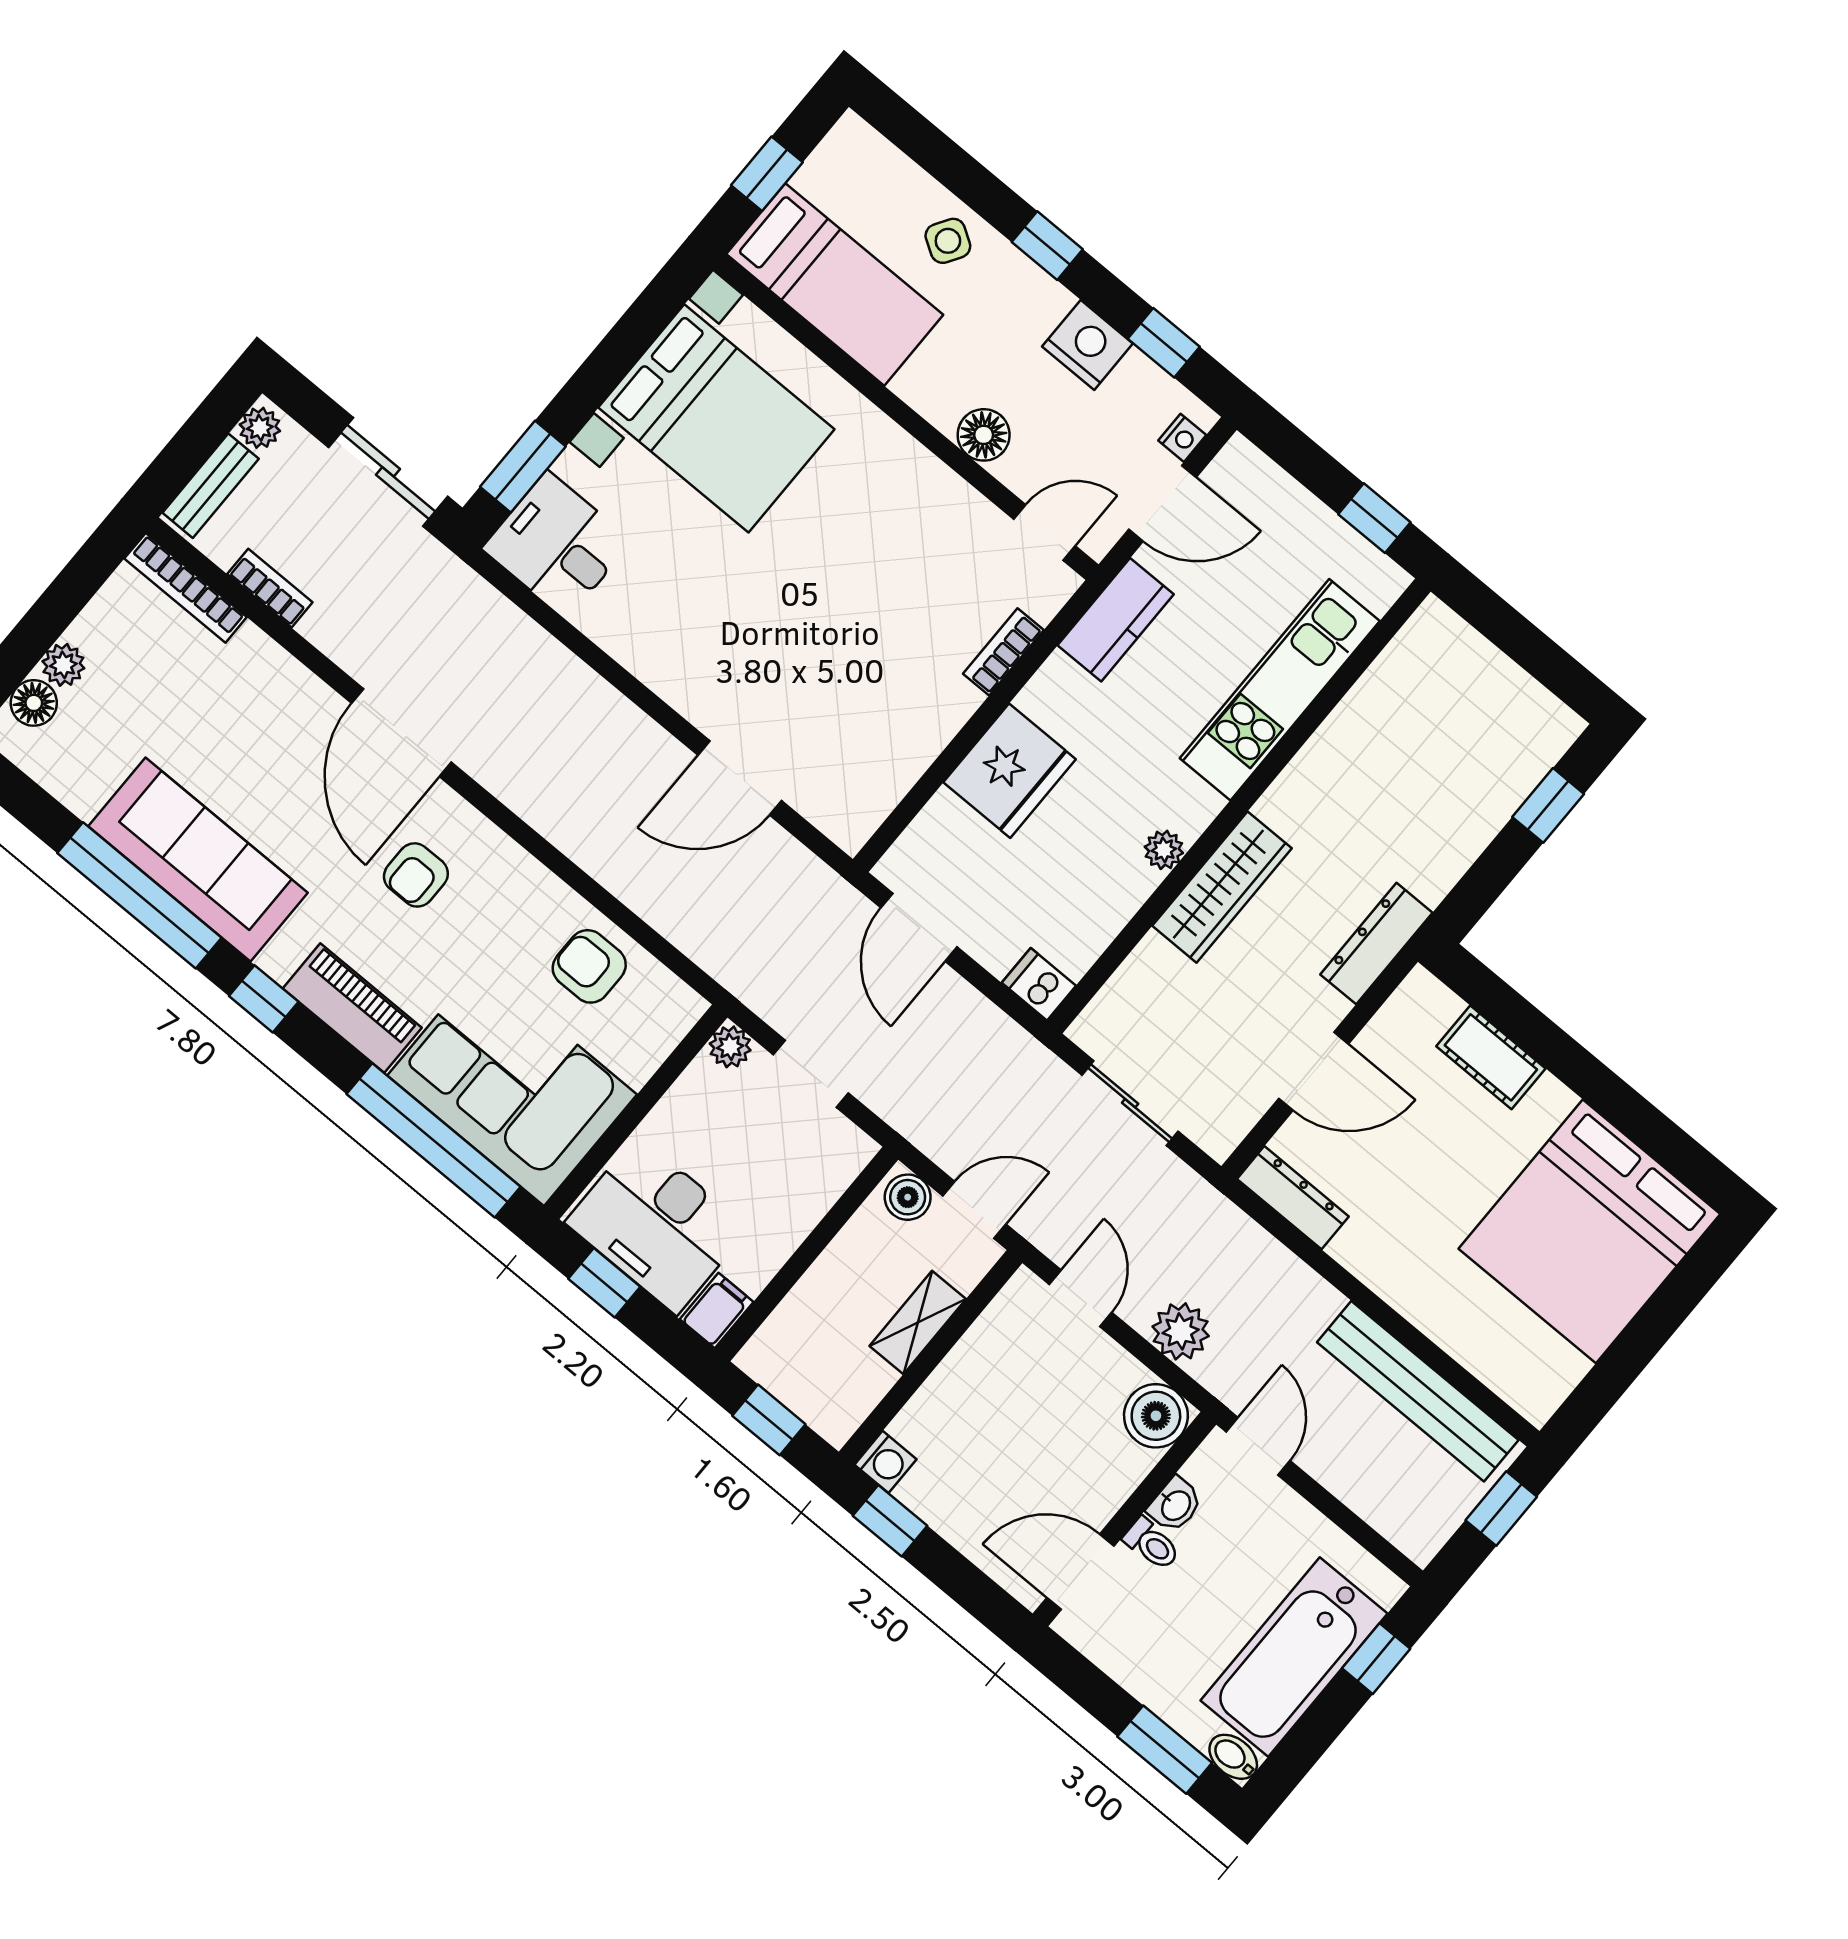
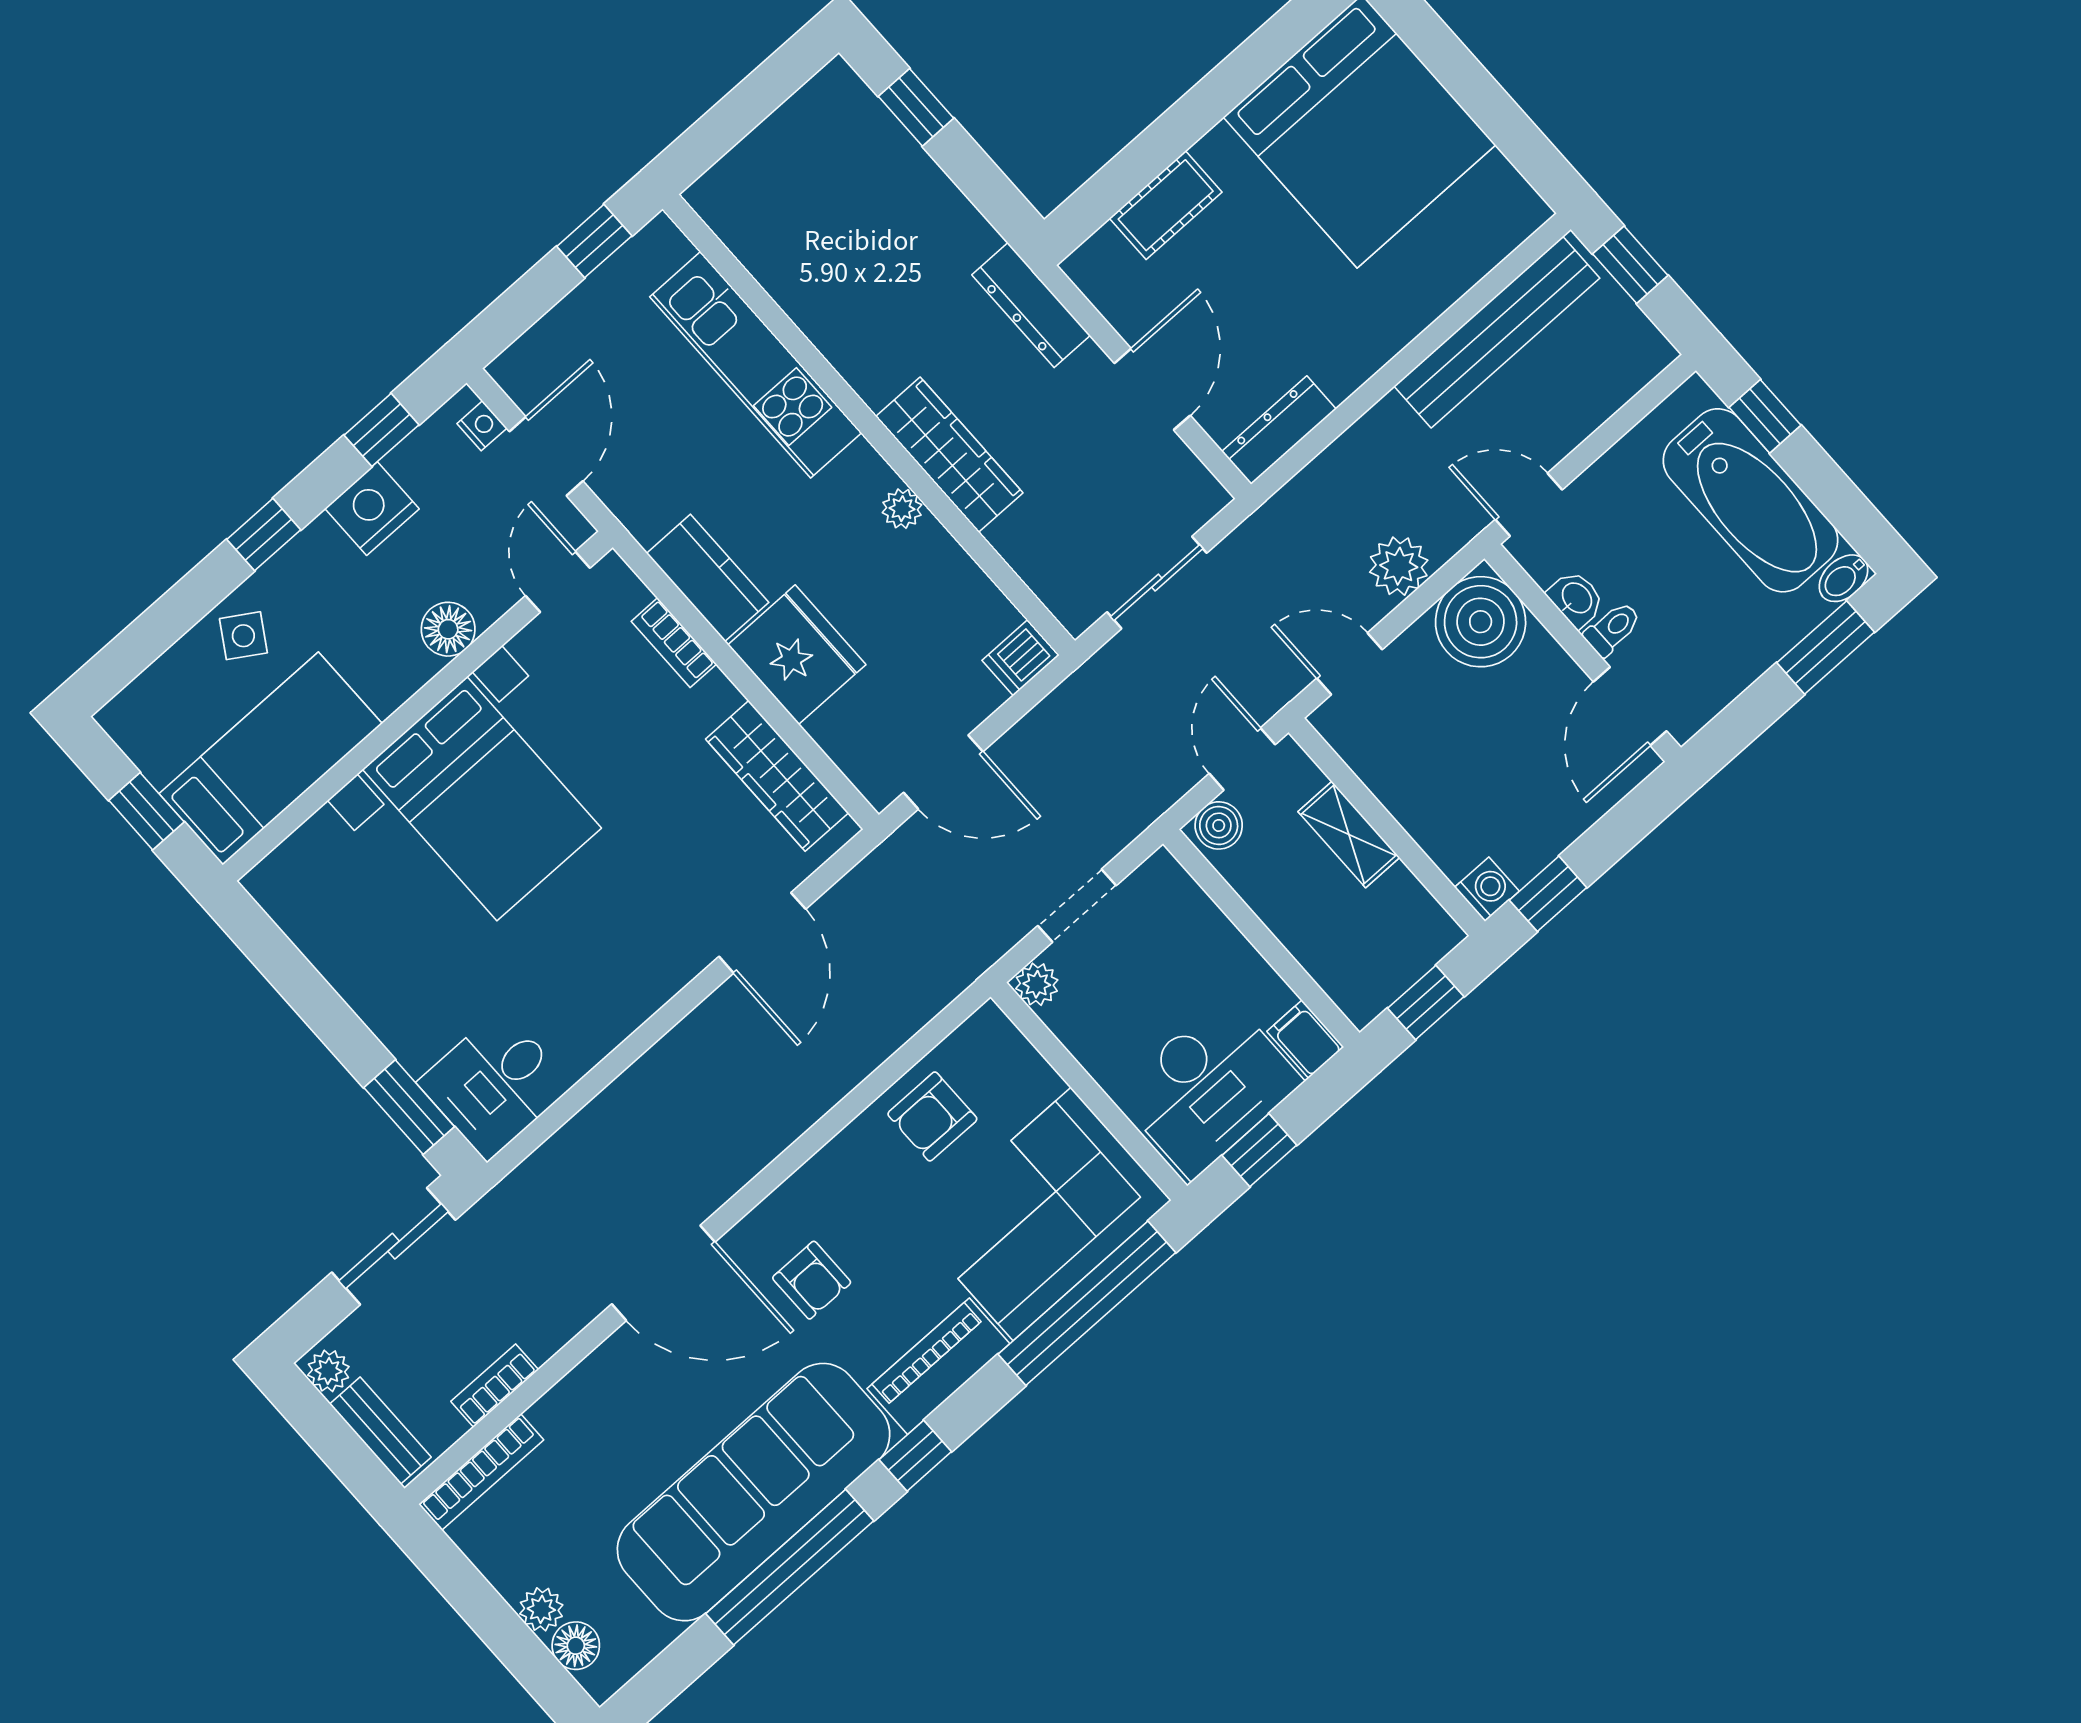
bed with nightstands: (716, 418) -> (482, 799), moved, turned 90
kitchen counter: (1116, 620) -> (708, 578), moved
wardrobe: (891, 769) -> (777, 776), added
sofa: (198, 859) -> (754, 1492), width x1.36, depth x1.27
boiler: (1156, 1416) -> (1481, 622), width x1.37, depth x1.37

